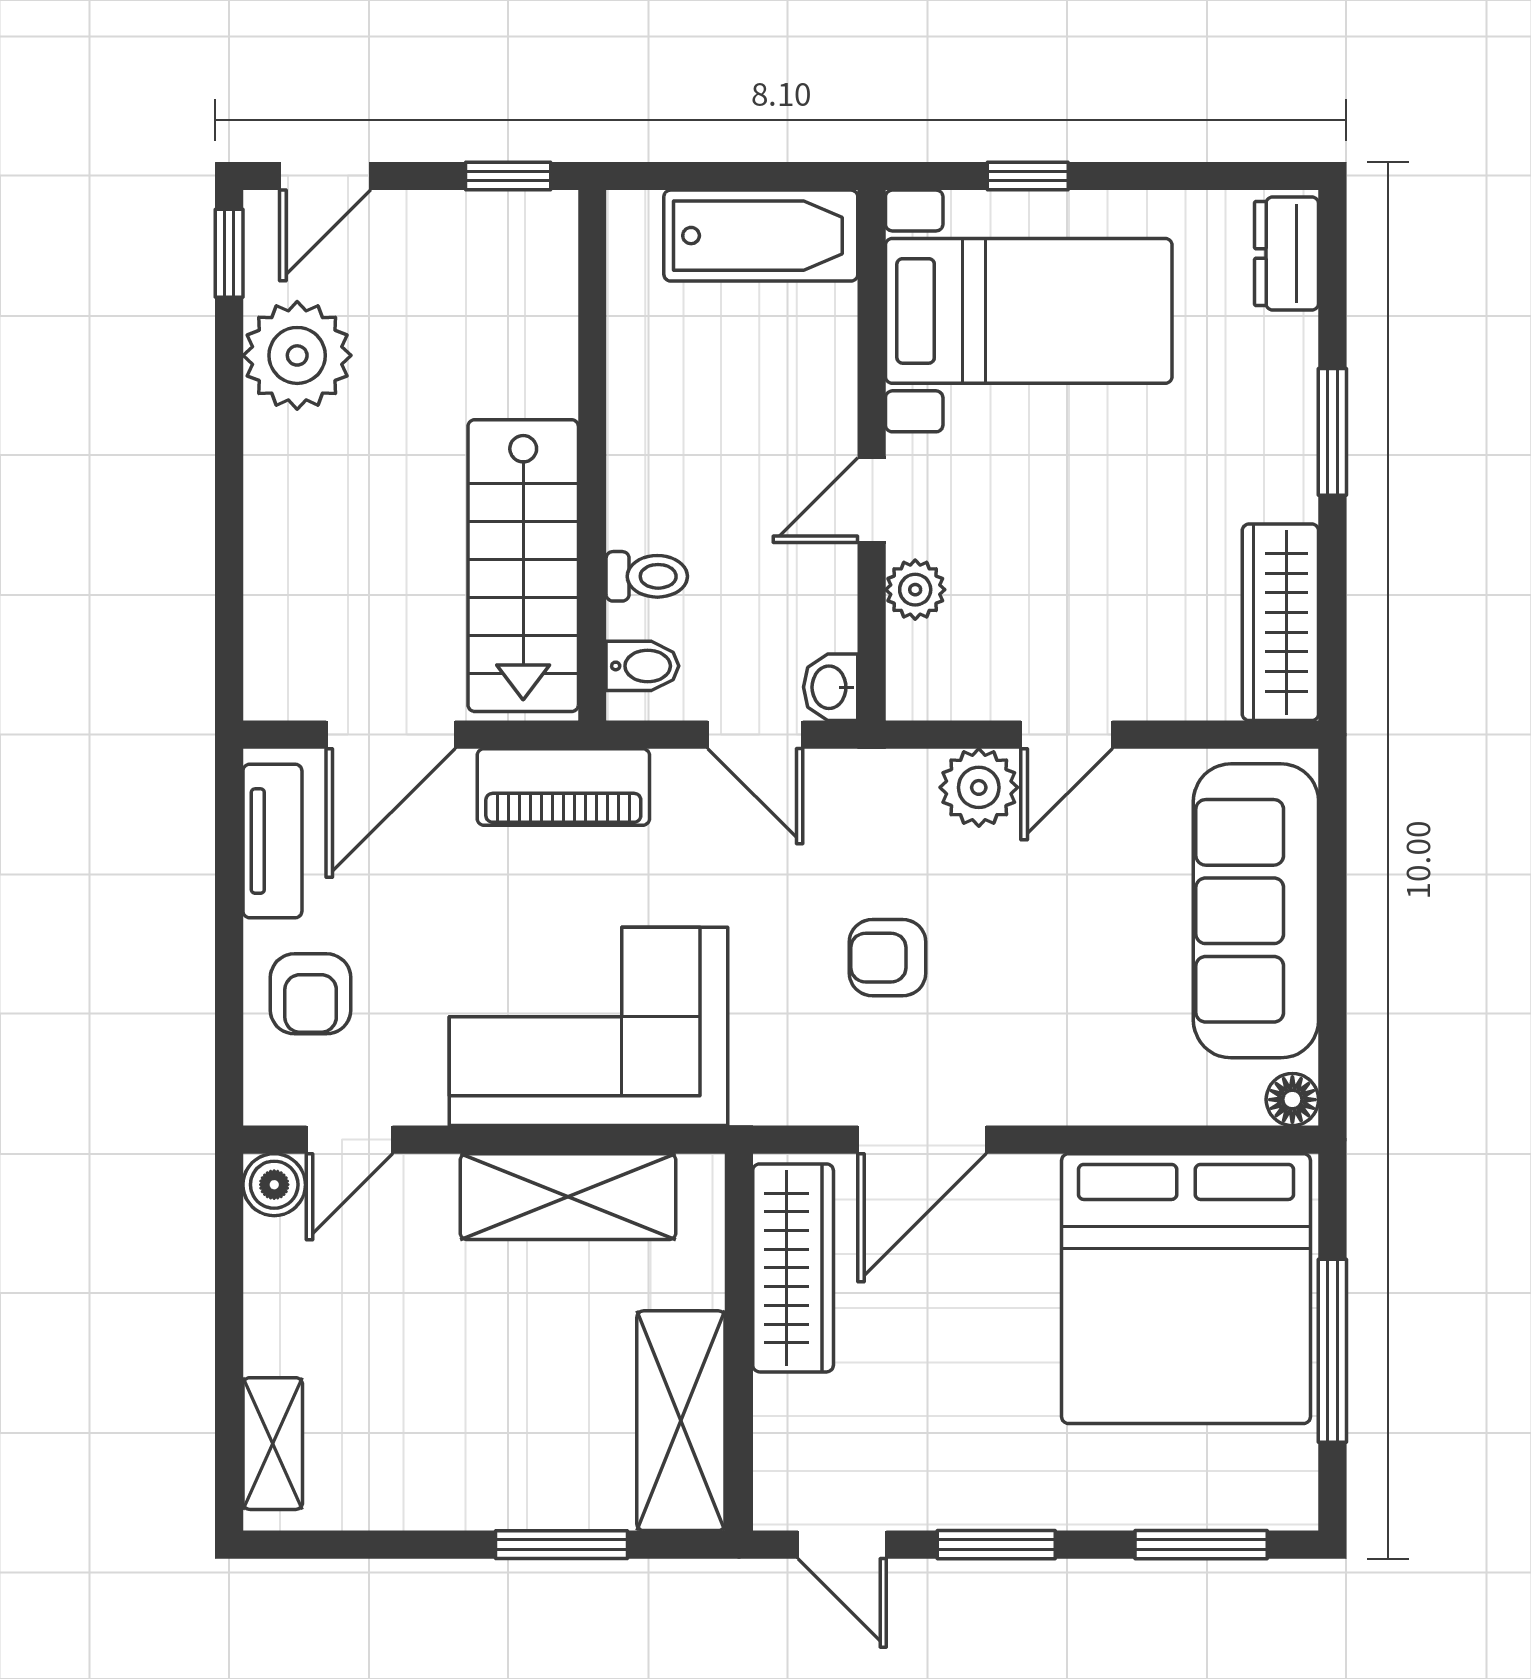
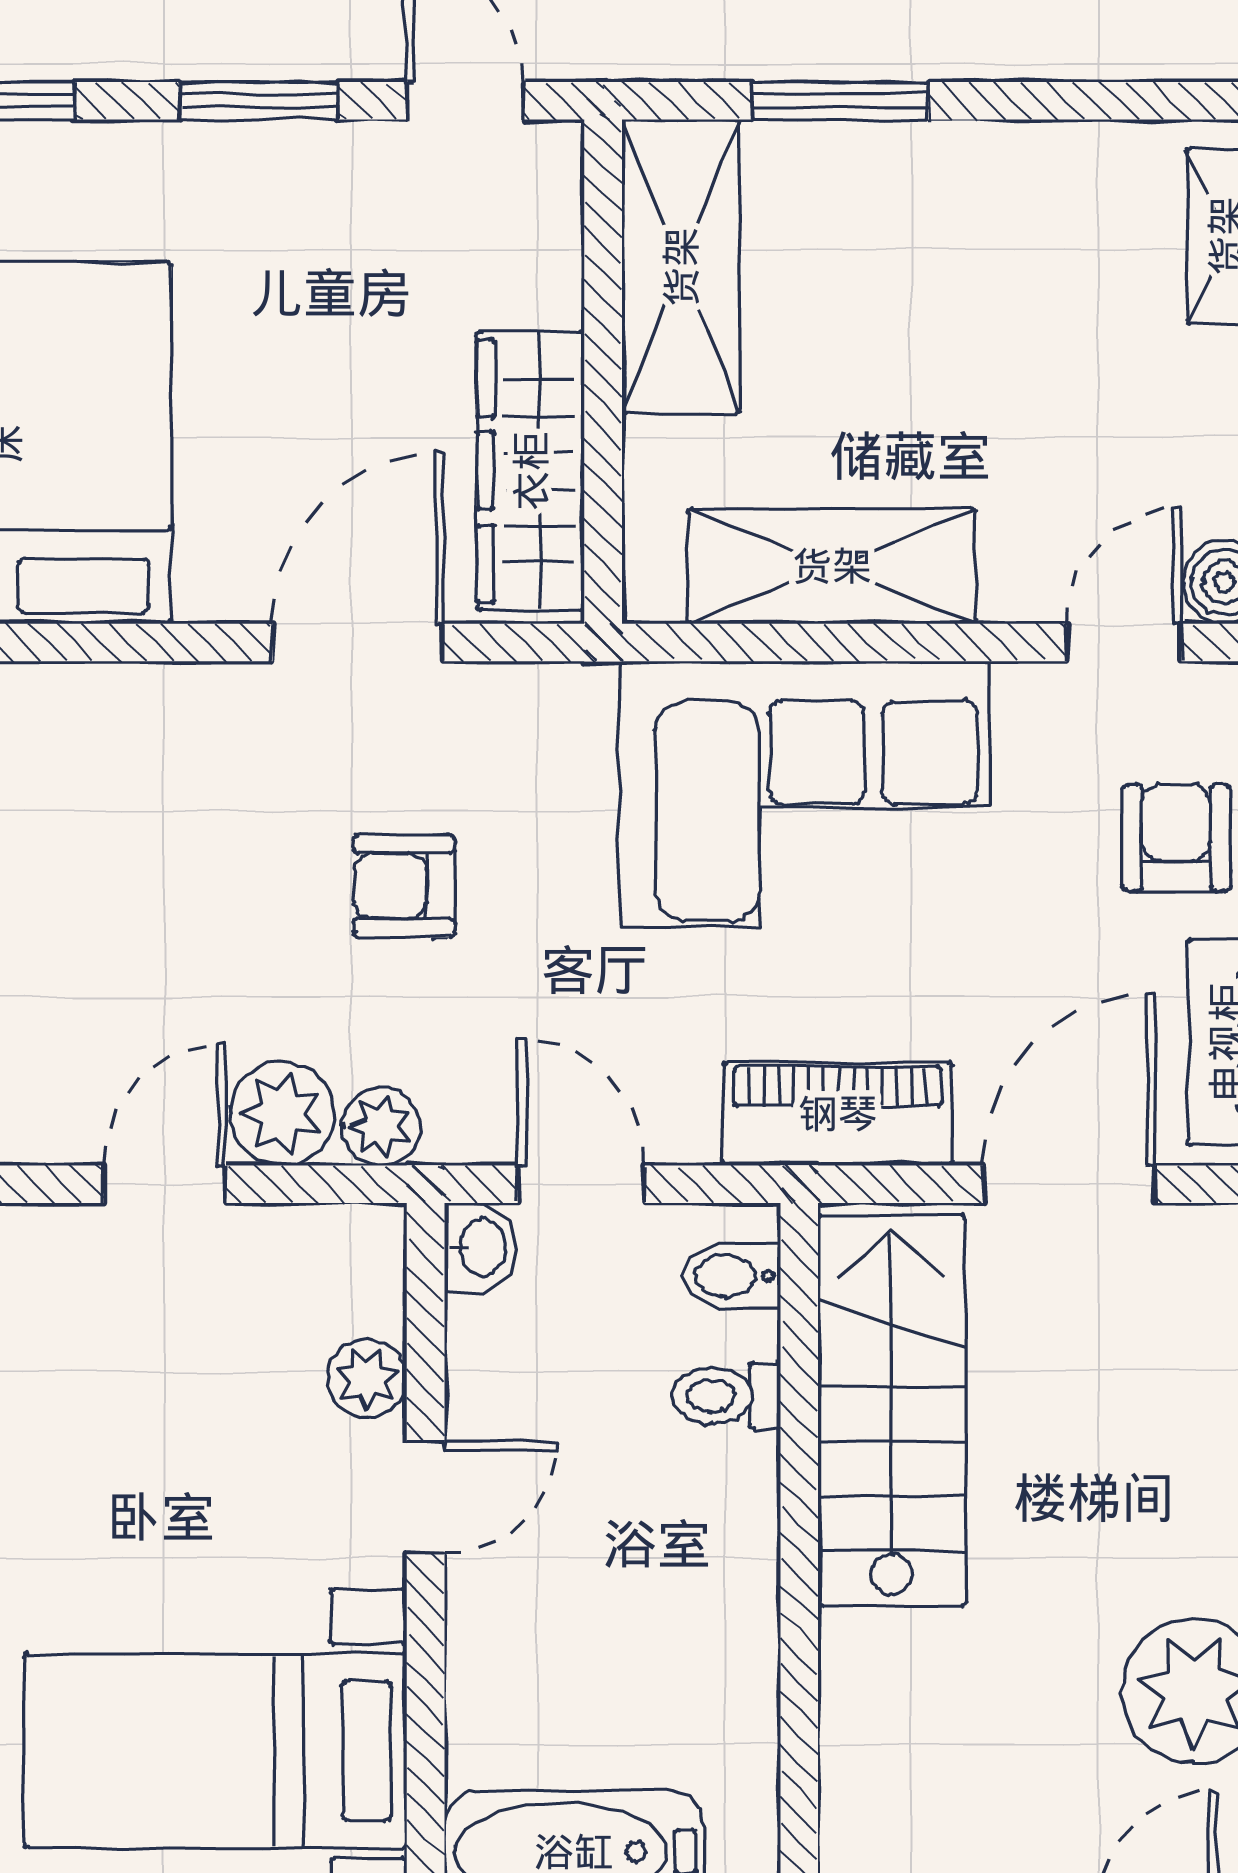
plant: (905, 778) -> (381, 1126), added
armchair: (888, 958) -> (404, 886), turned 180

